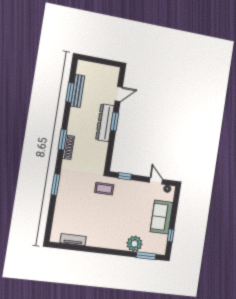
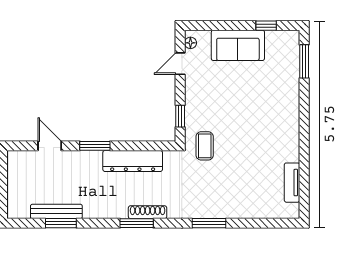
dresser: (105, 123) -> (133, 161), moved
plant: (134, 244) -> (287, 84), removed

